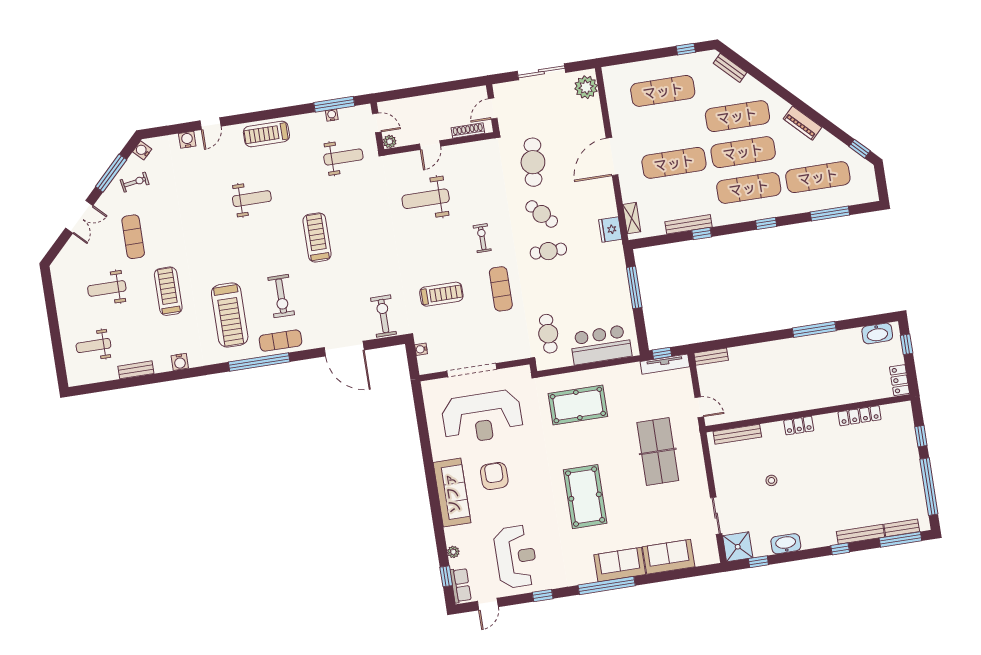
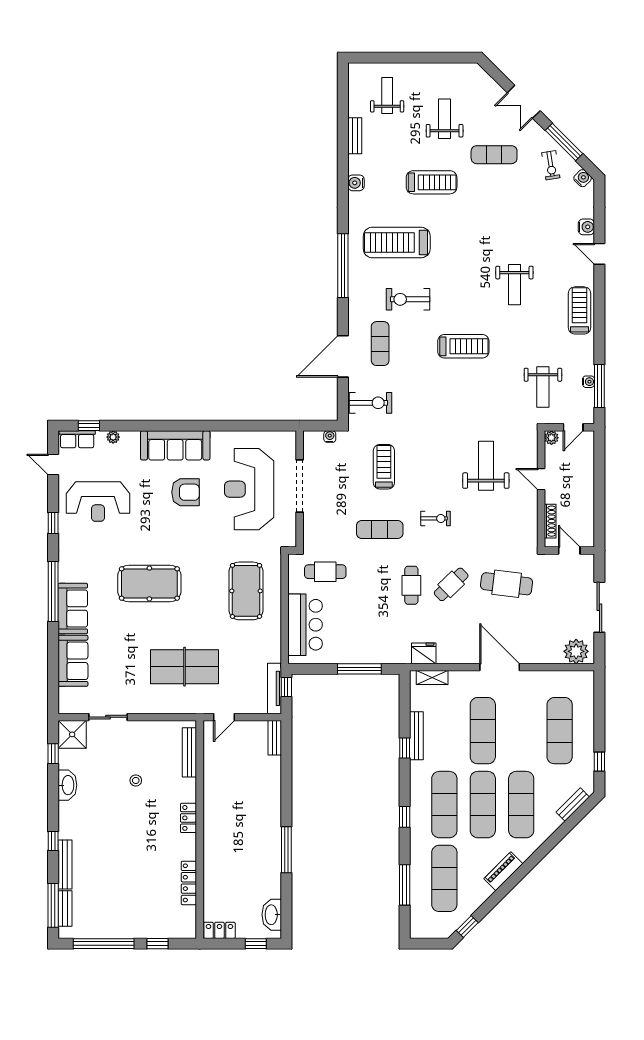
treadmill: (441, 294) -> (384, 467), turned 180
exercise mat: (281, 341) -> (380, 344), moved

